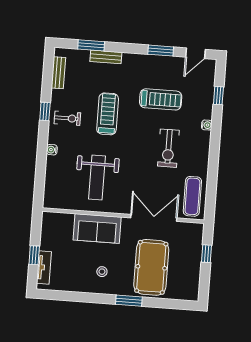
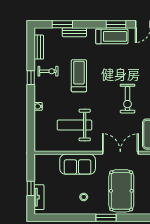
treadmill: (161, 99) -> (112, 36), moved
exercise bike: (67, 118) -> (48, 71), moved
weight bench: (97, 177) -> (74, 125), turned 90

